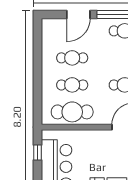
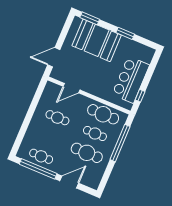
cafe table: (72, 58) -> (87, 153), width x1.37, depth x1.35
window: (38, 86) -> (120, 143), added

